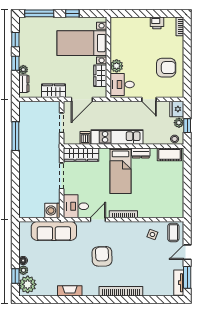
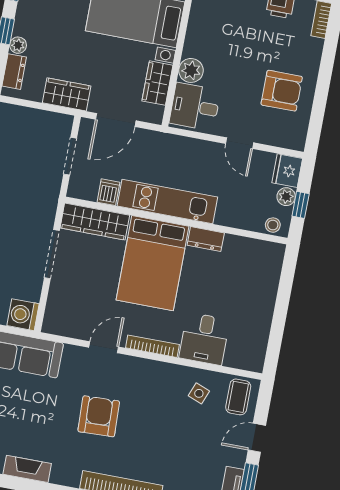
cot: (169, 154) -> (258, 252), removed
bed: (120, 171) -> (153, 263), width x1.50
desk: (76, 206) -> (204, 339), moved, turned -90

